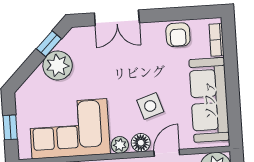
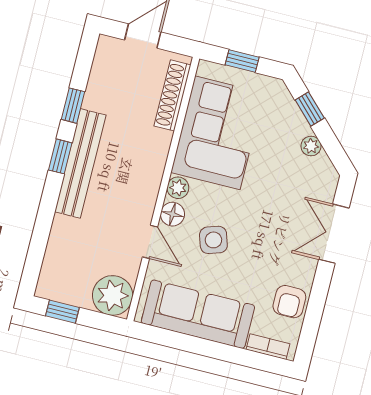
armchair: (178, 35) -> (289, 302), turned -90
window: (49, 44) -> (310, 109), moved
plant: (58, 65) -> (311, 146), width x0.53, depth x0.53

